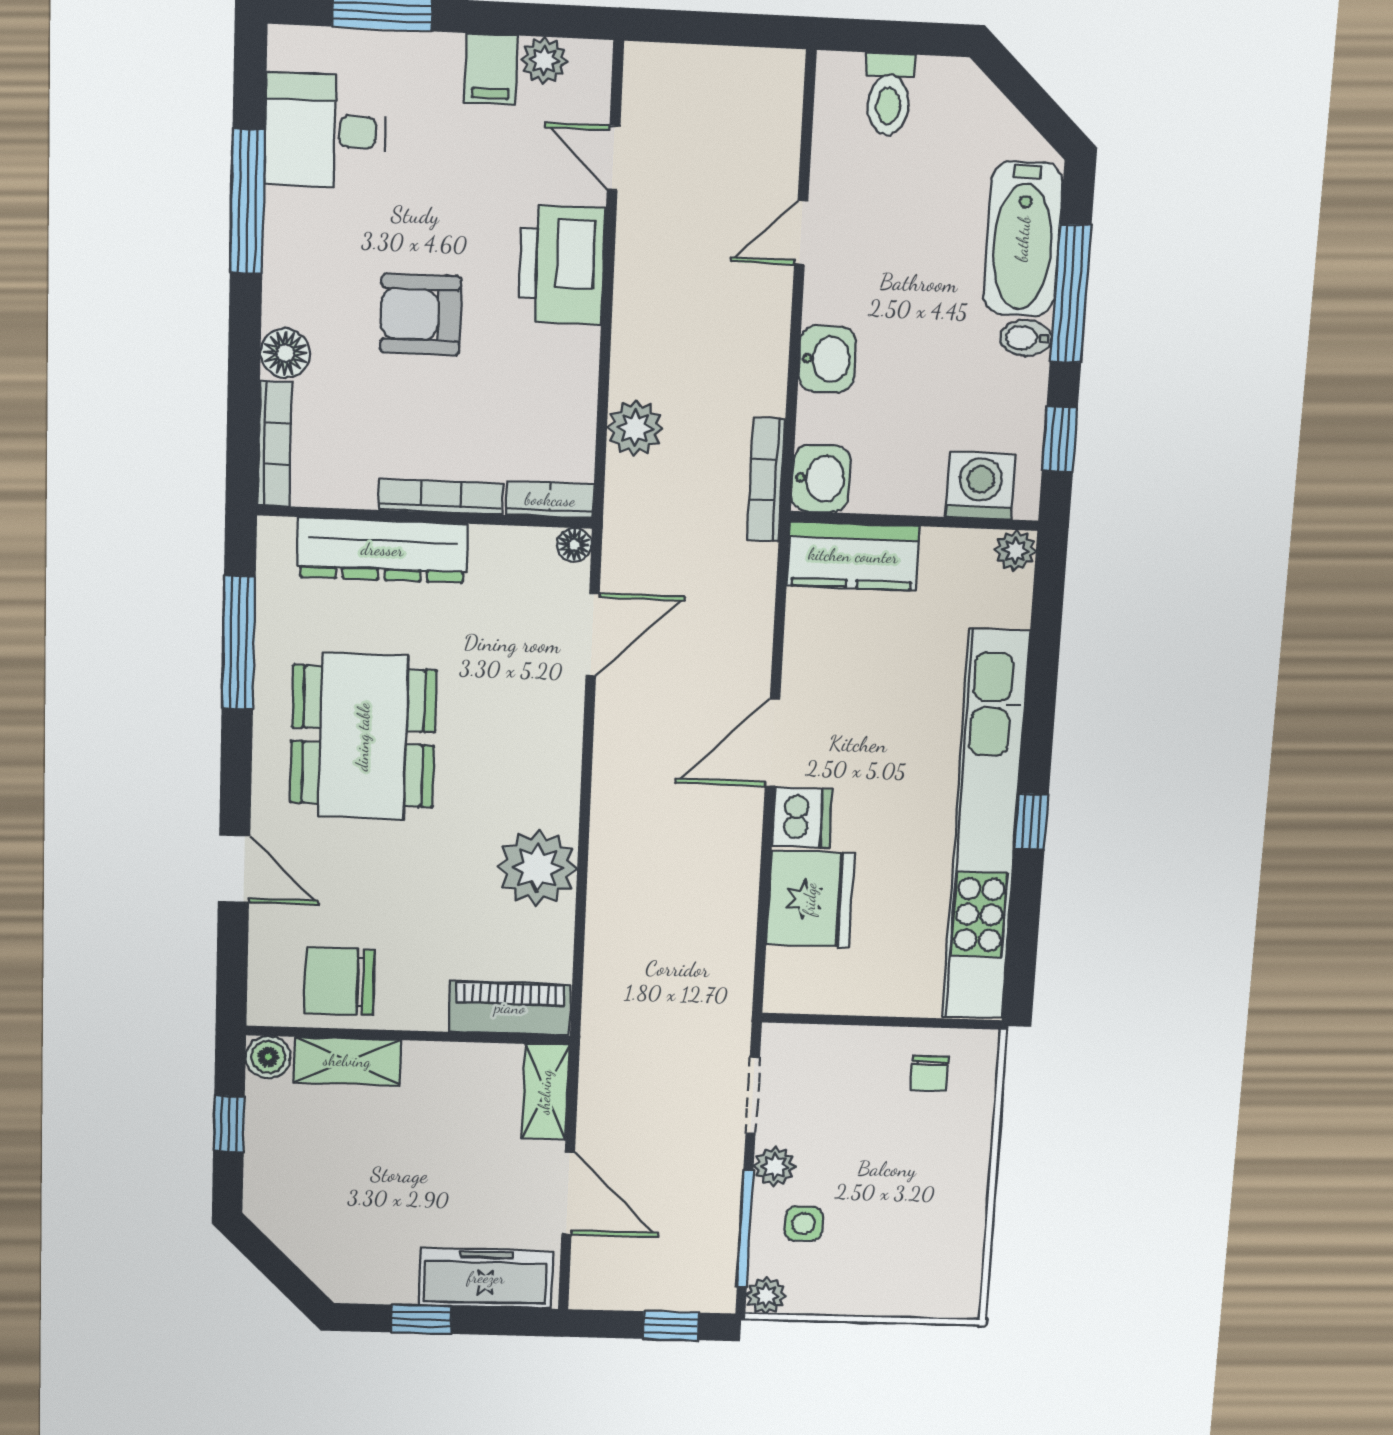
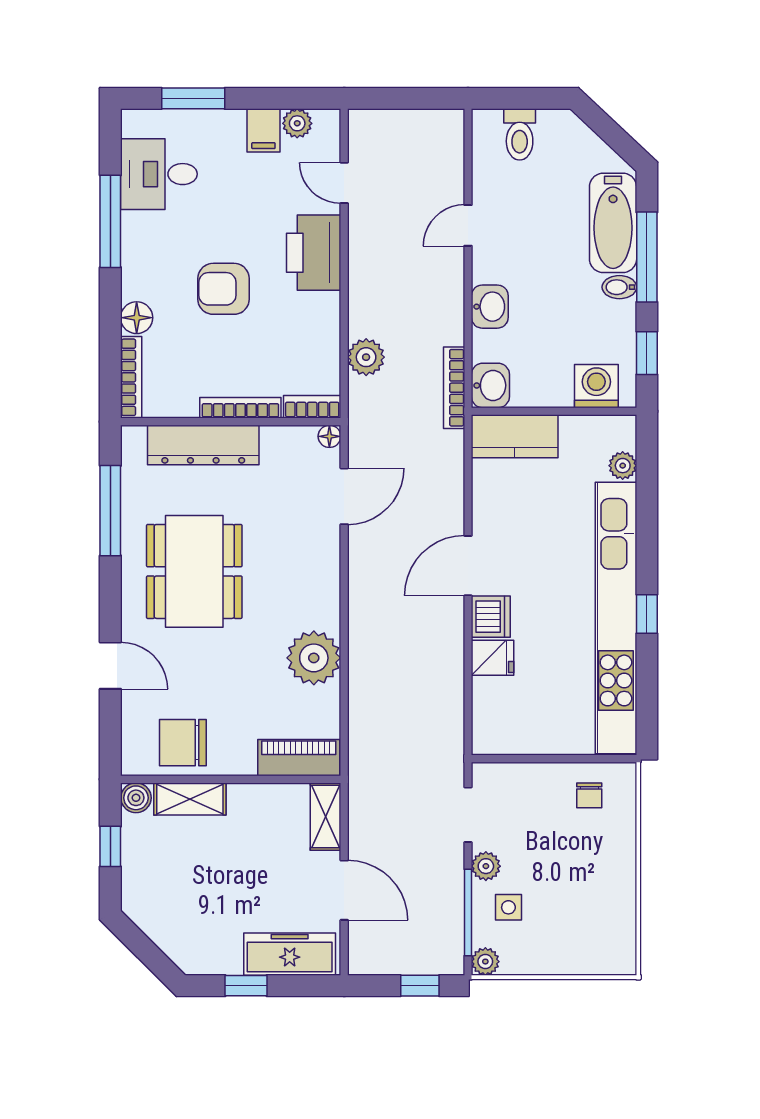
plant: (1015, 551) -> (623, 466), moved
fridge: (810, 899) -> (493, 658), width x0.53, depth x0.75

